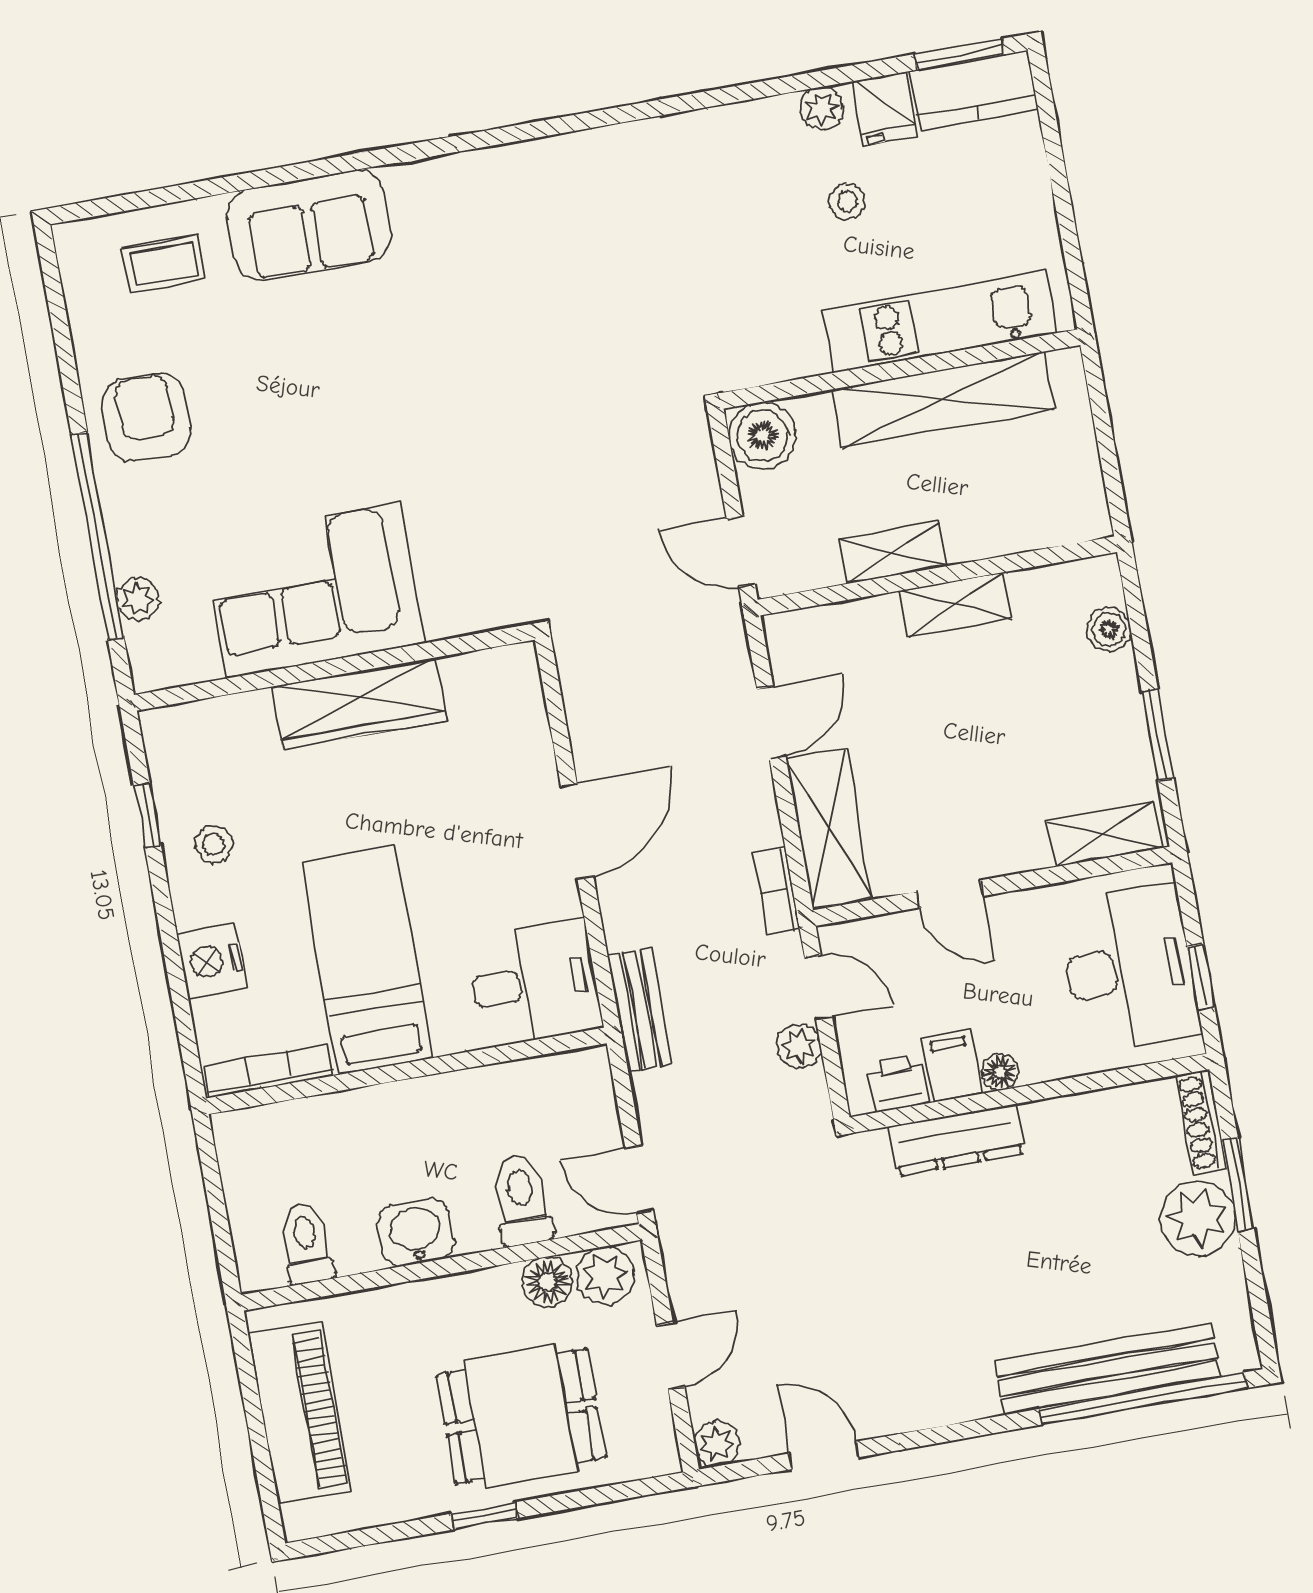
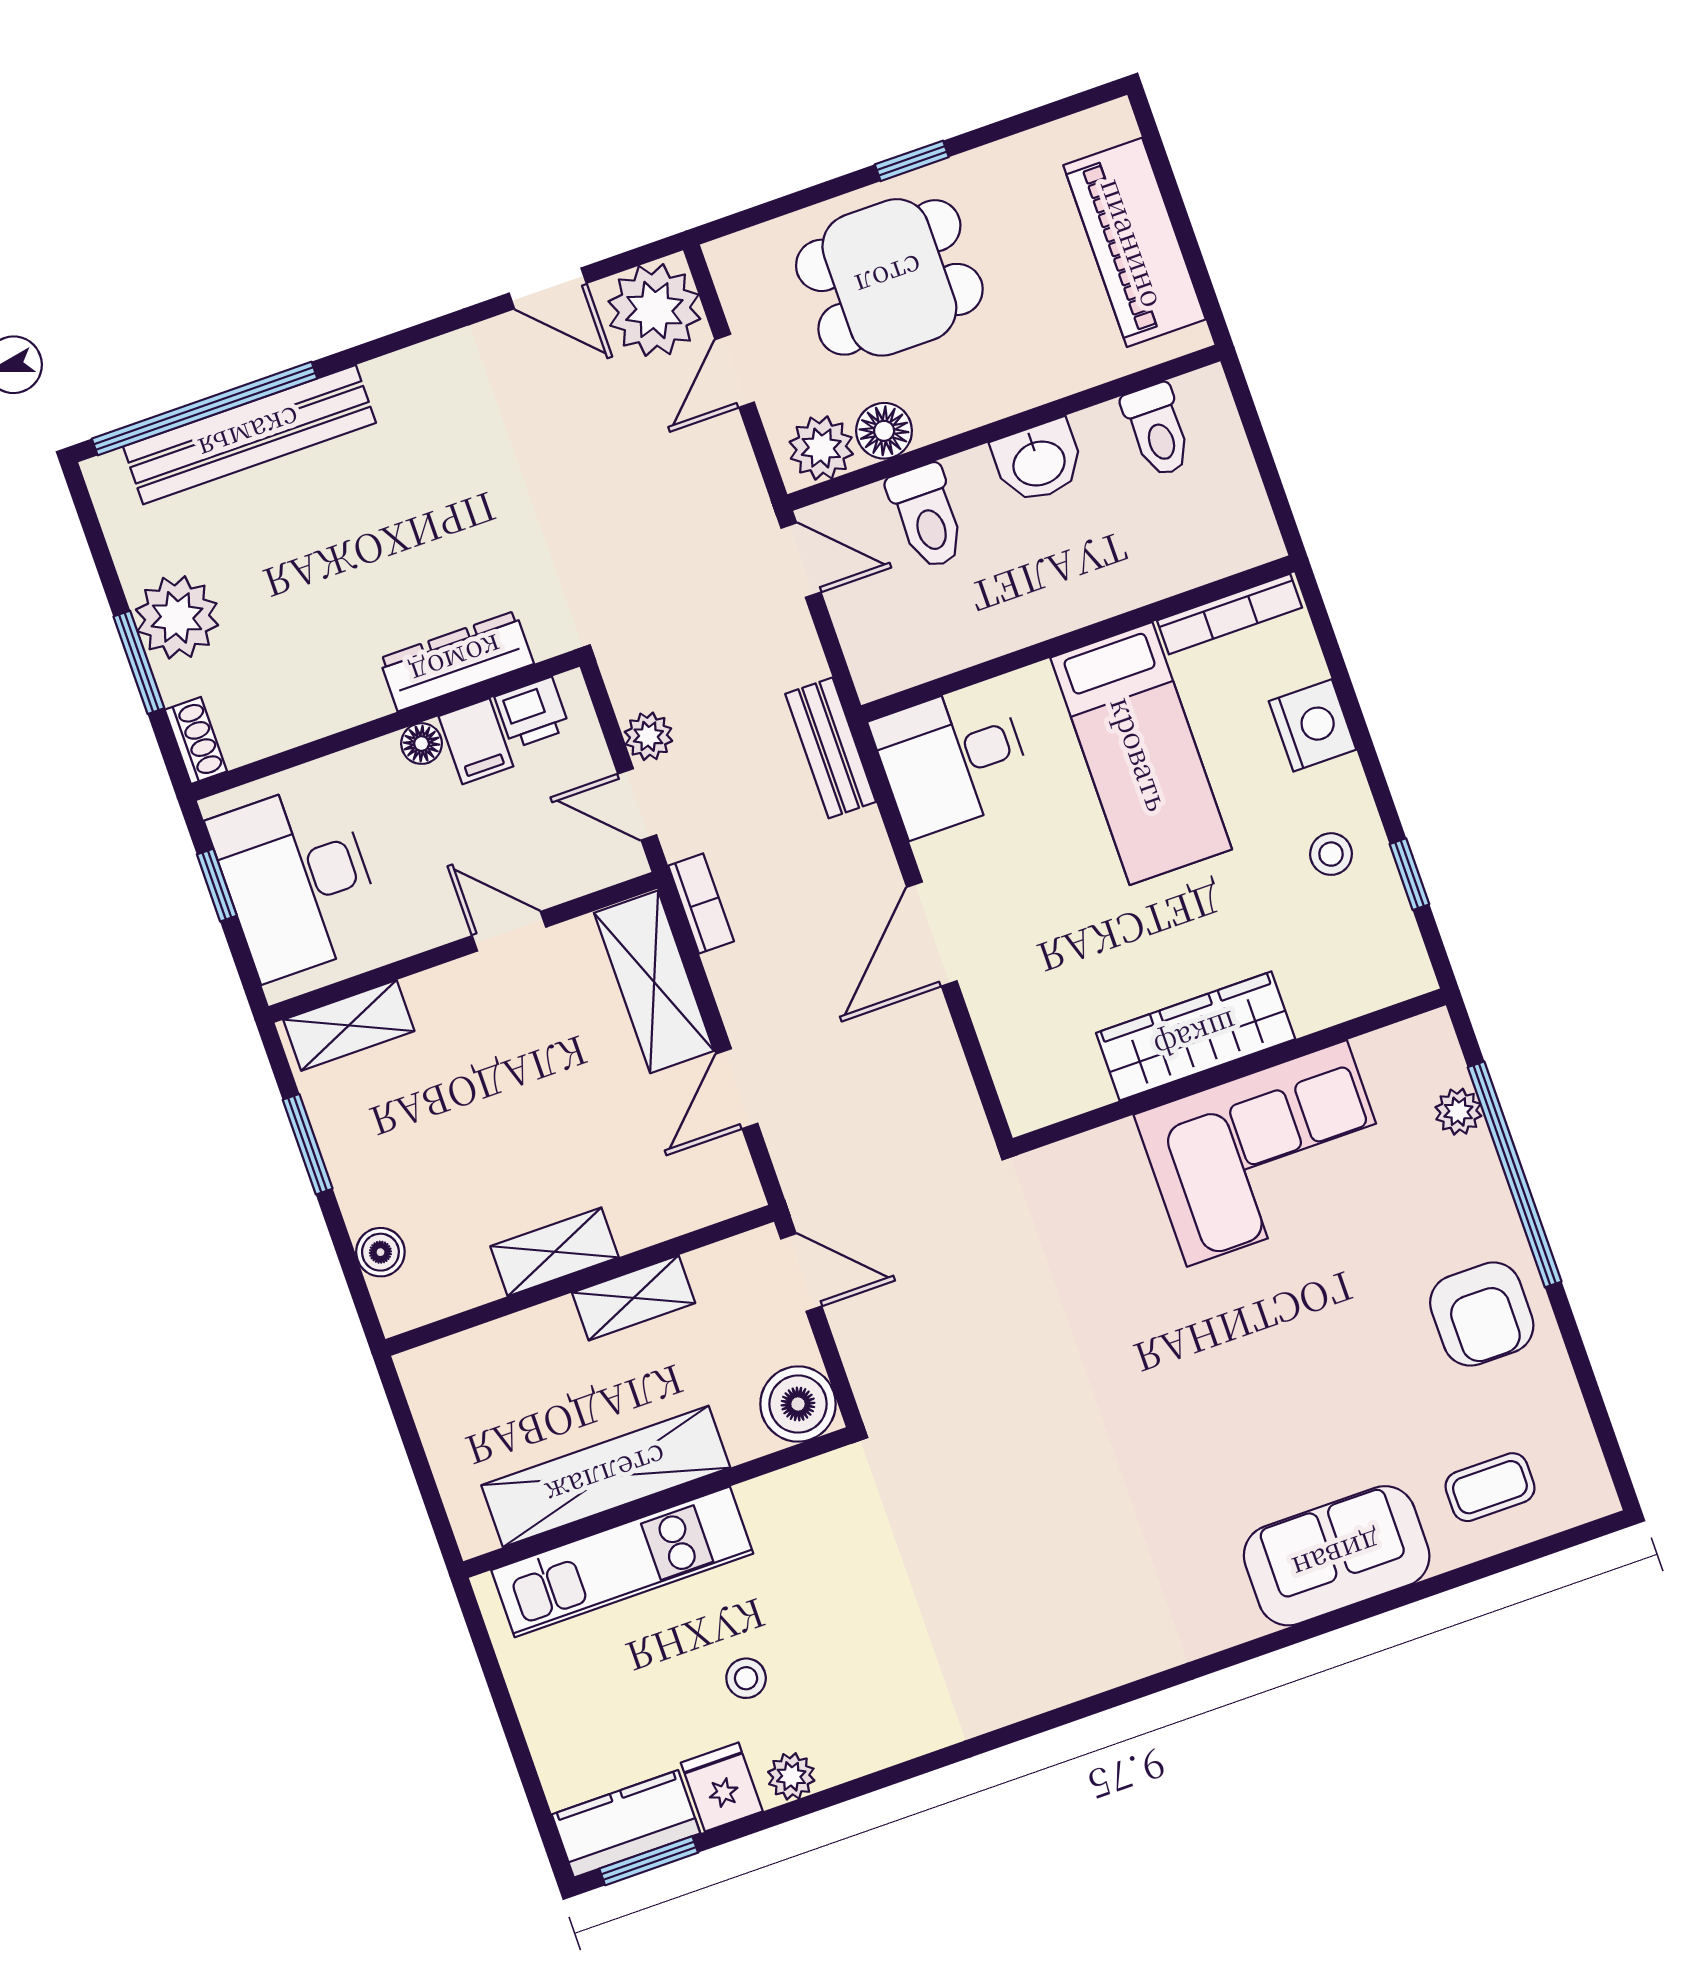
shoe rack: (1201, 1122) -> (196, 740), width x0.70
plant: (717, 1444) -> (654, 310), width x1.88, depth x1.88

